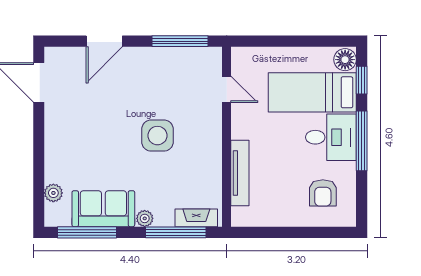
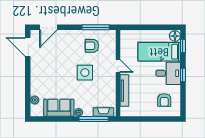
door: (104, 41) -> (48, 27), moved
armchair: (172, 80) -> (92, 46), added
door: (227, 89) -> (118, 66), moved
window: (362, 141) -> (183, 75), width x0.46
window: (87, 232) -> (51, 119), removed

